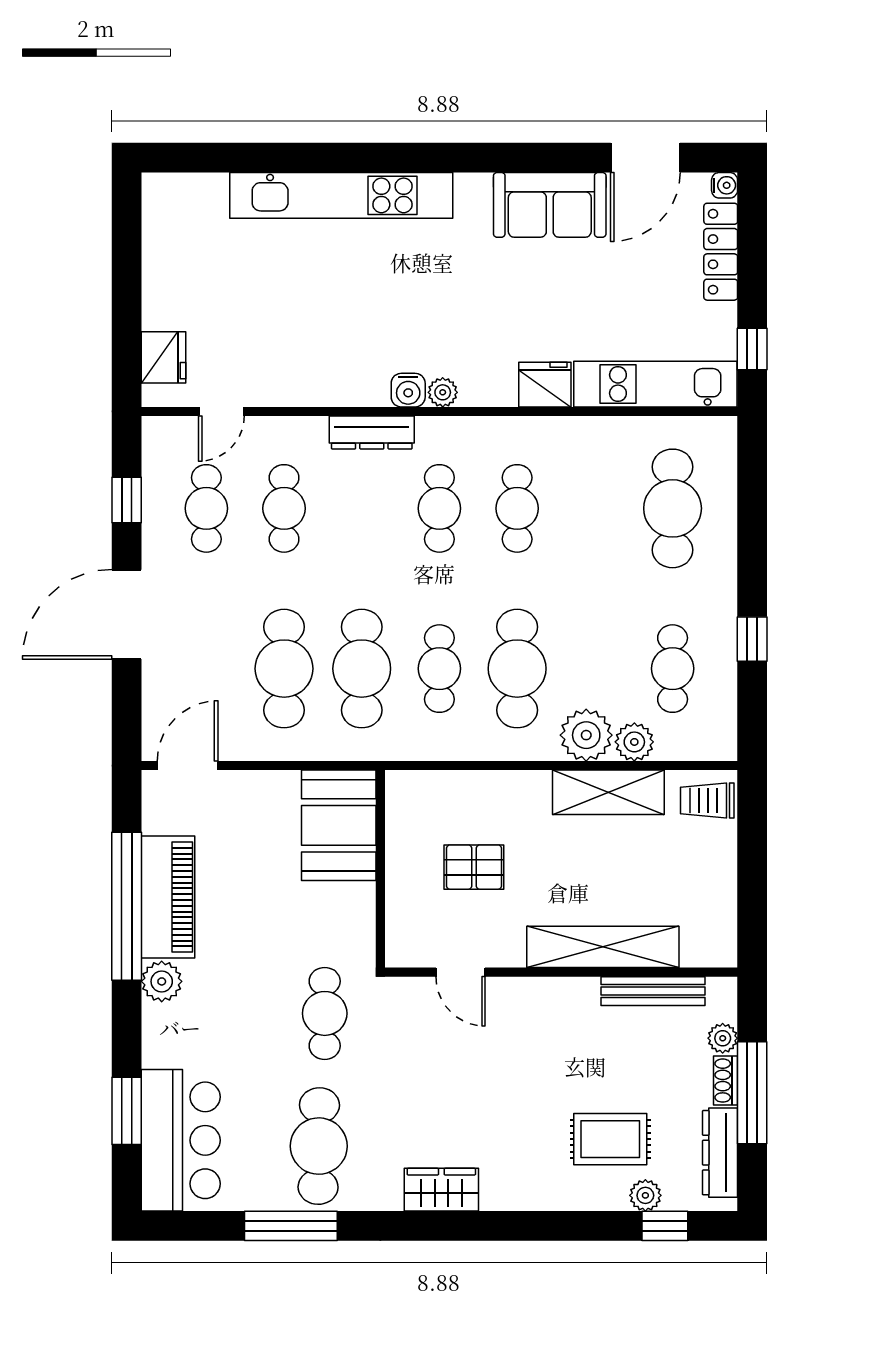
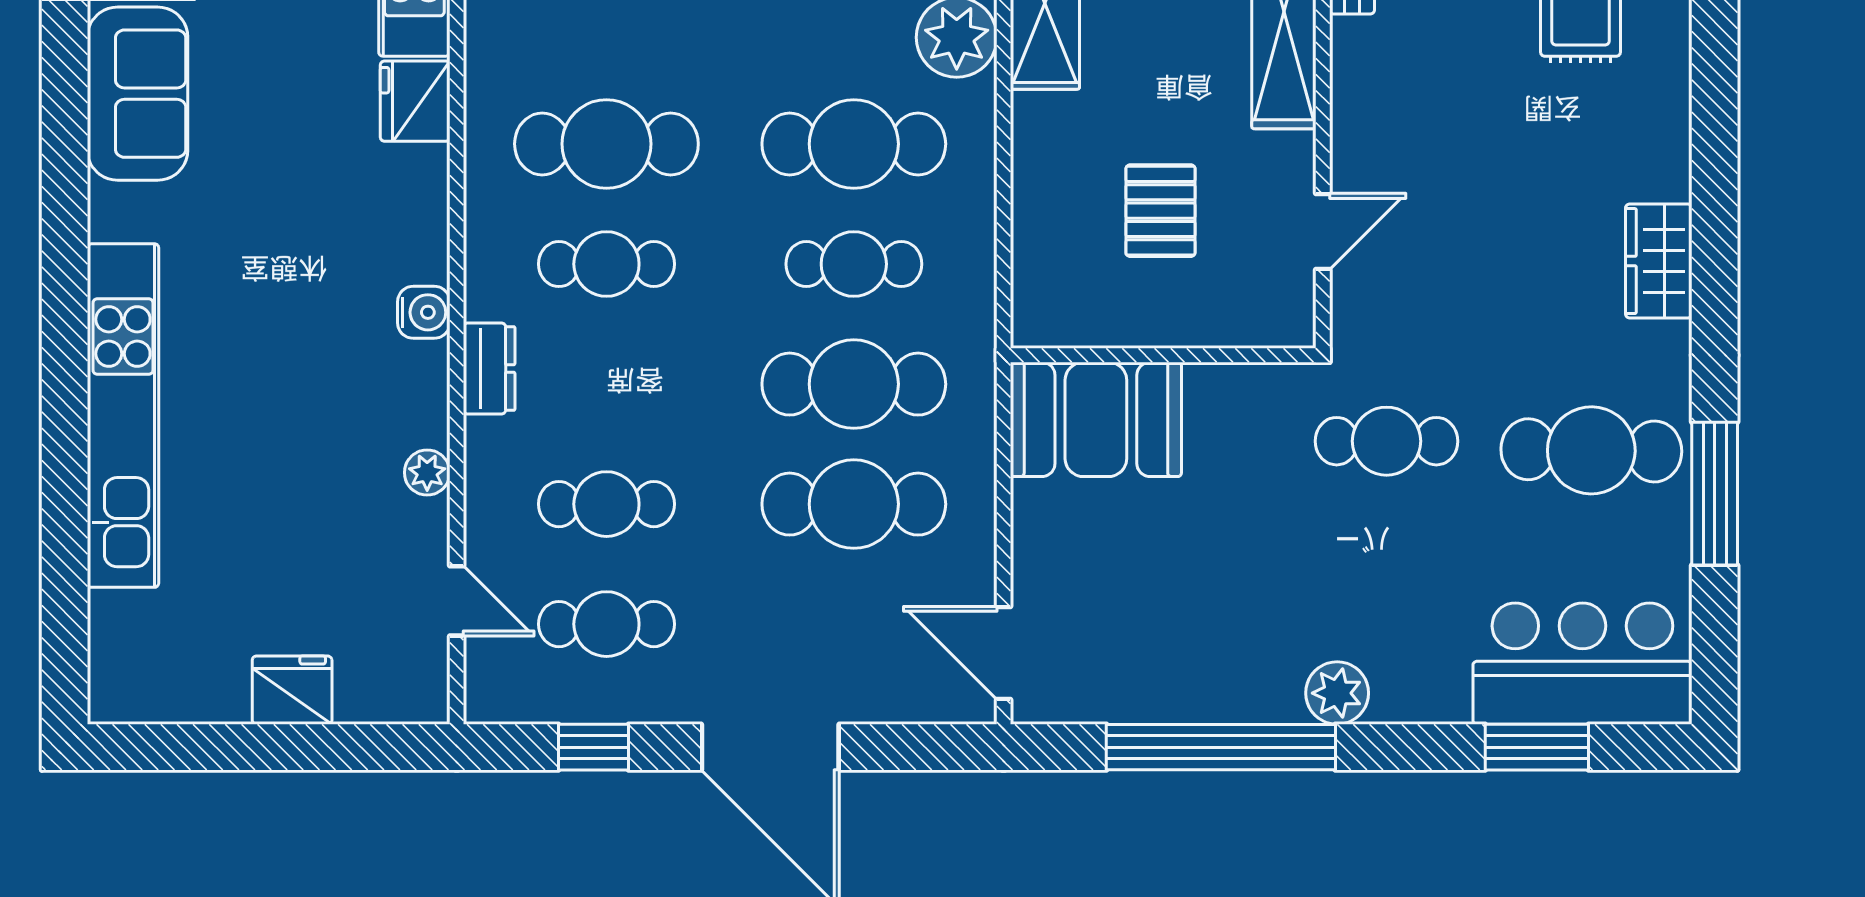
fridge: (164, 357) -> (292, 690), moved
plant: (443, 392) -> (427, 473), moved
dresser: (372, 432) -> (489, 368), width x0.70
cafe table: (517, 508) -> (606, 144), width x1.37, depth x1.35
piano: (168, 897) -> (1207, 683), removed

